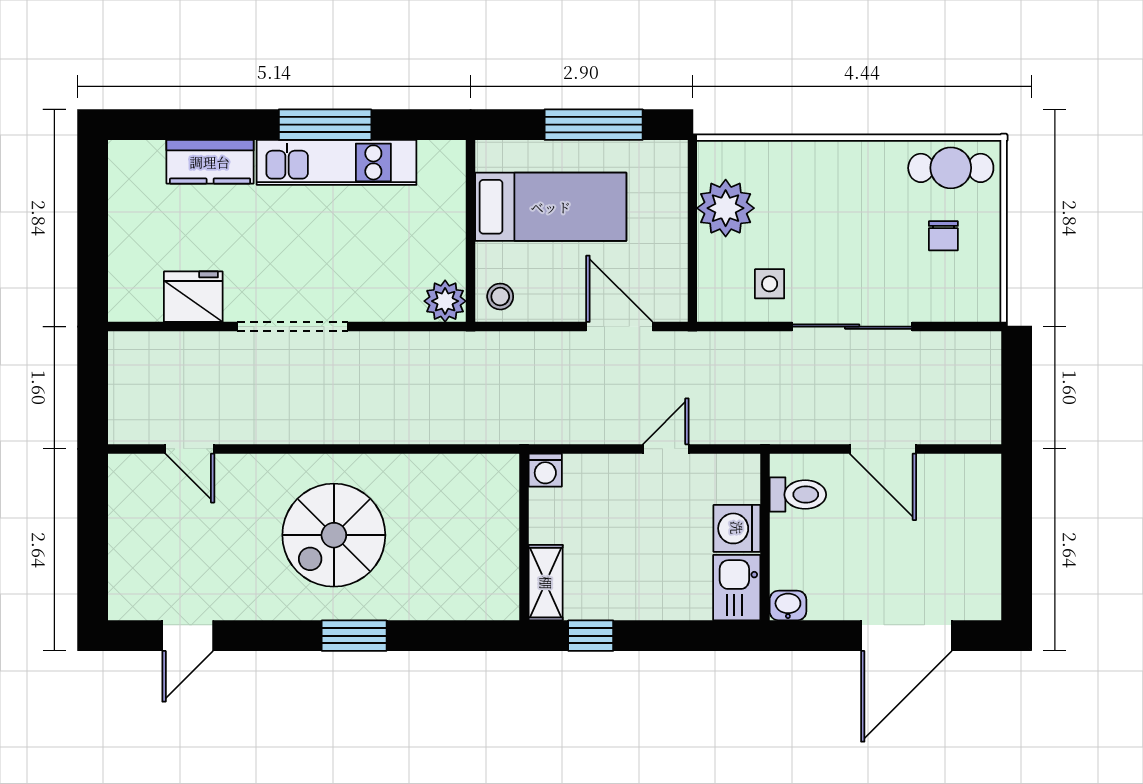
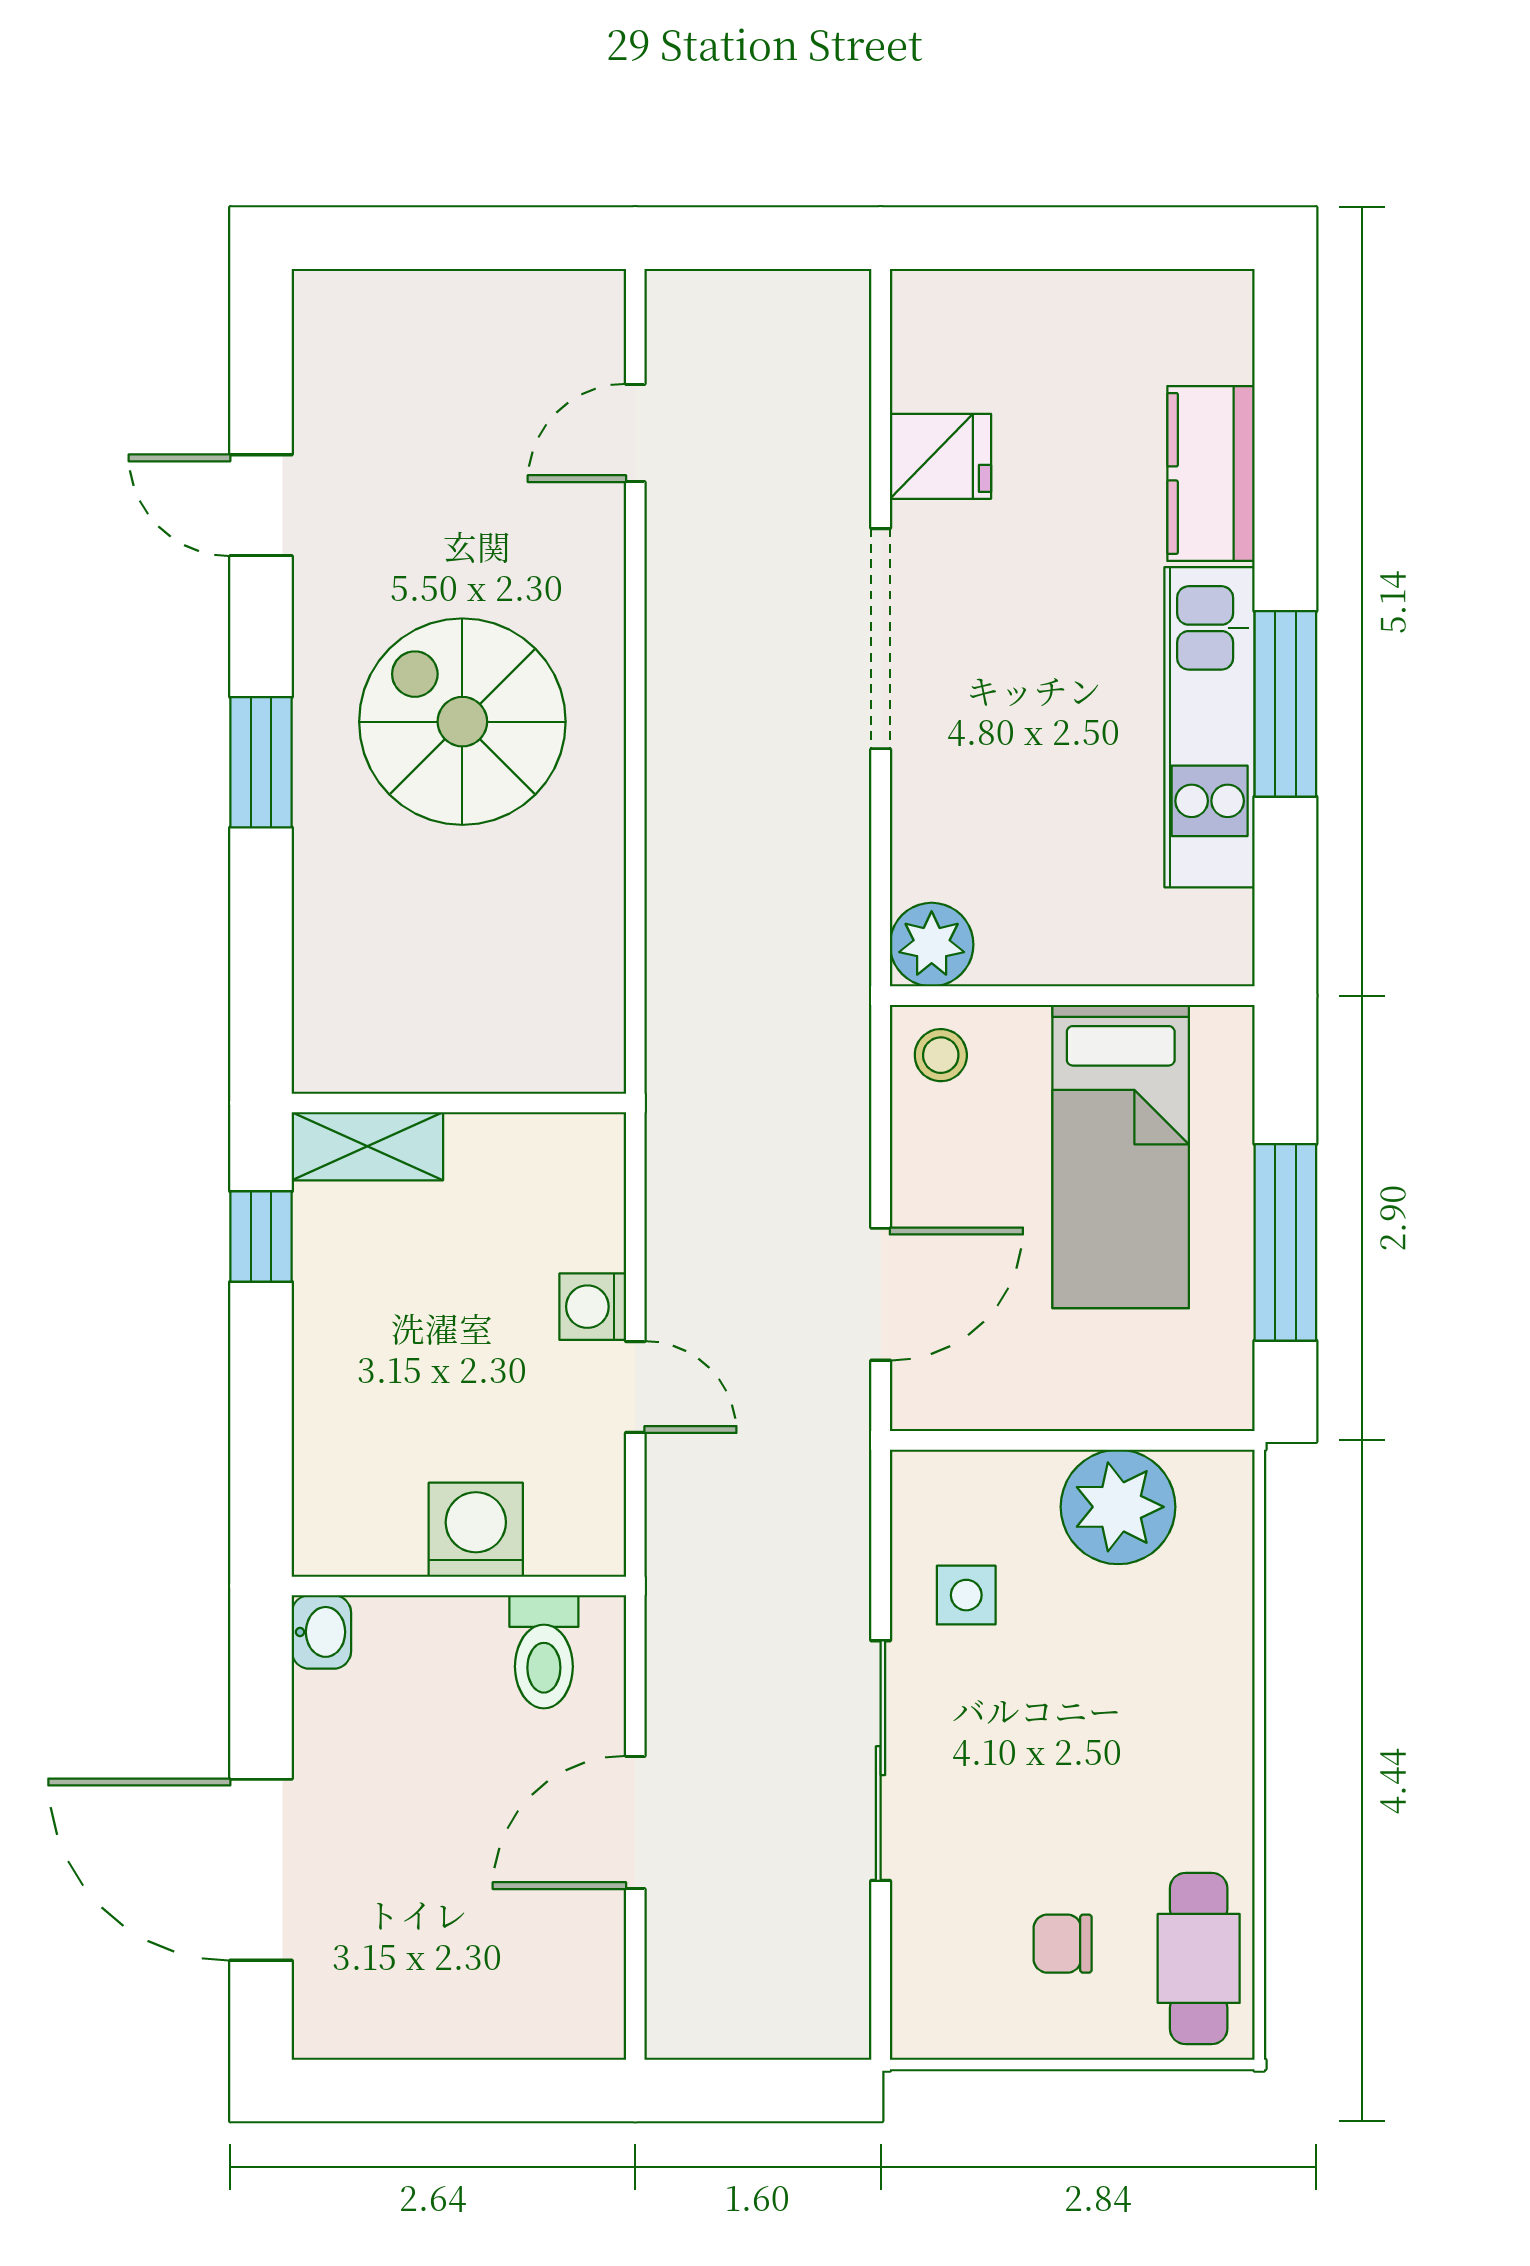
fridge: (193, 297) -> (940, 456), width x0.72
washing machine: (545, 470) -> (593, 1307), moved
kitchen sink: (737, 588) -> (357, 1529), removed
door: (188, 636) -> (261, 505), moved

